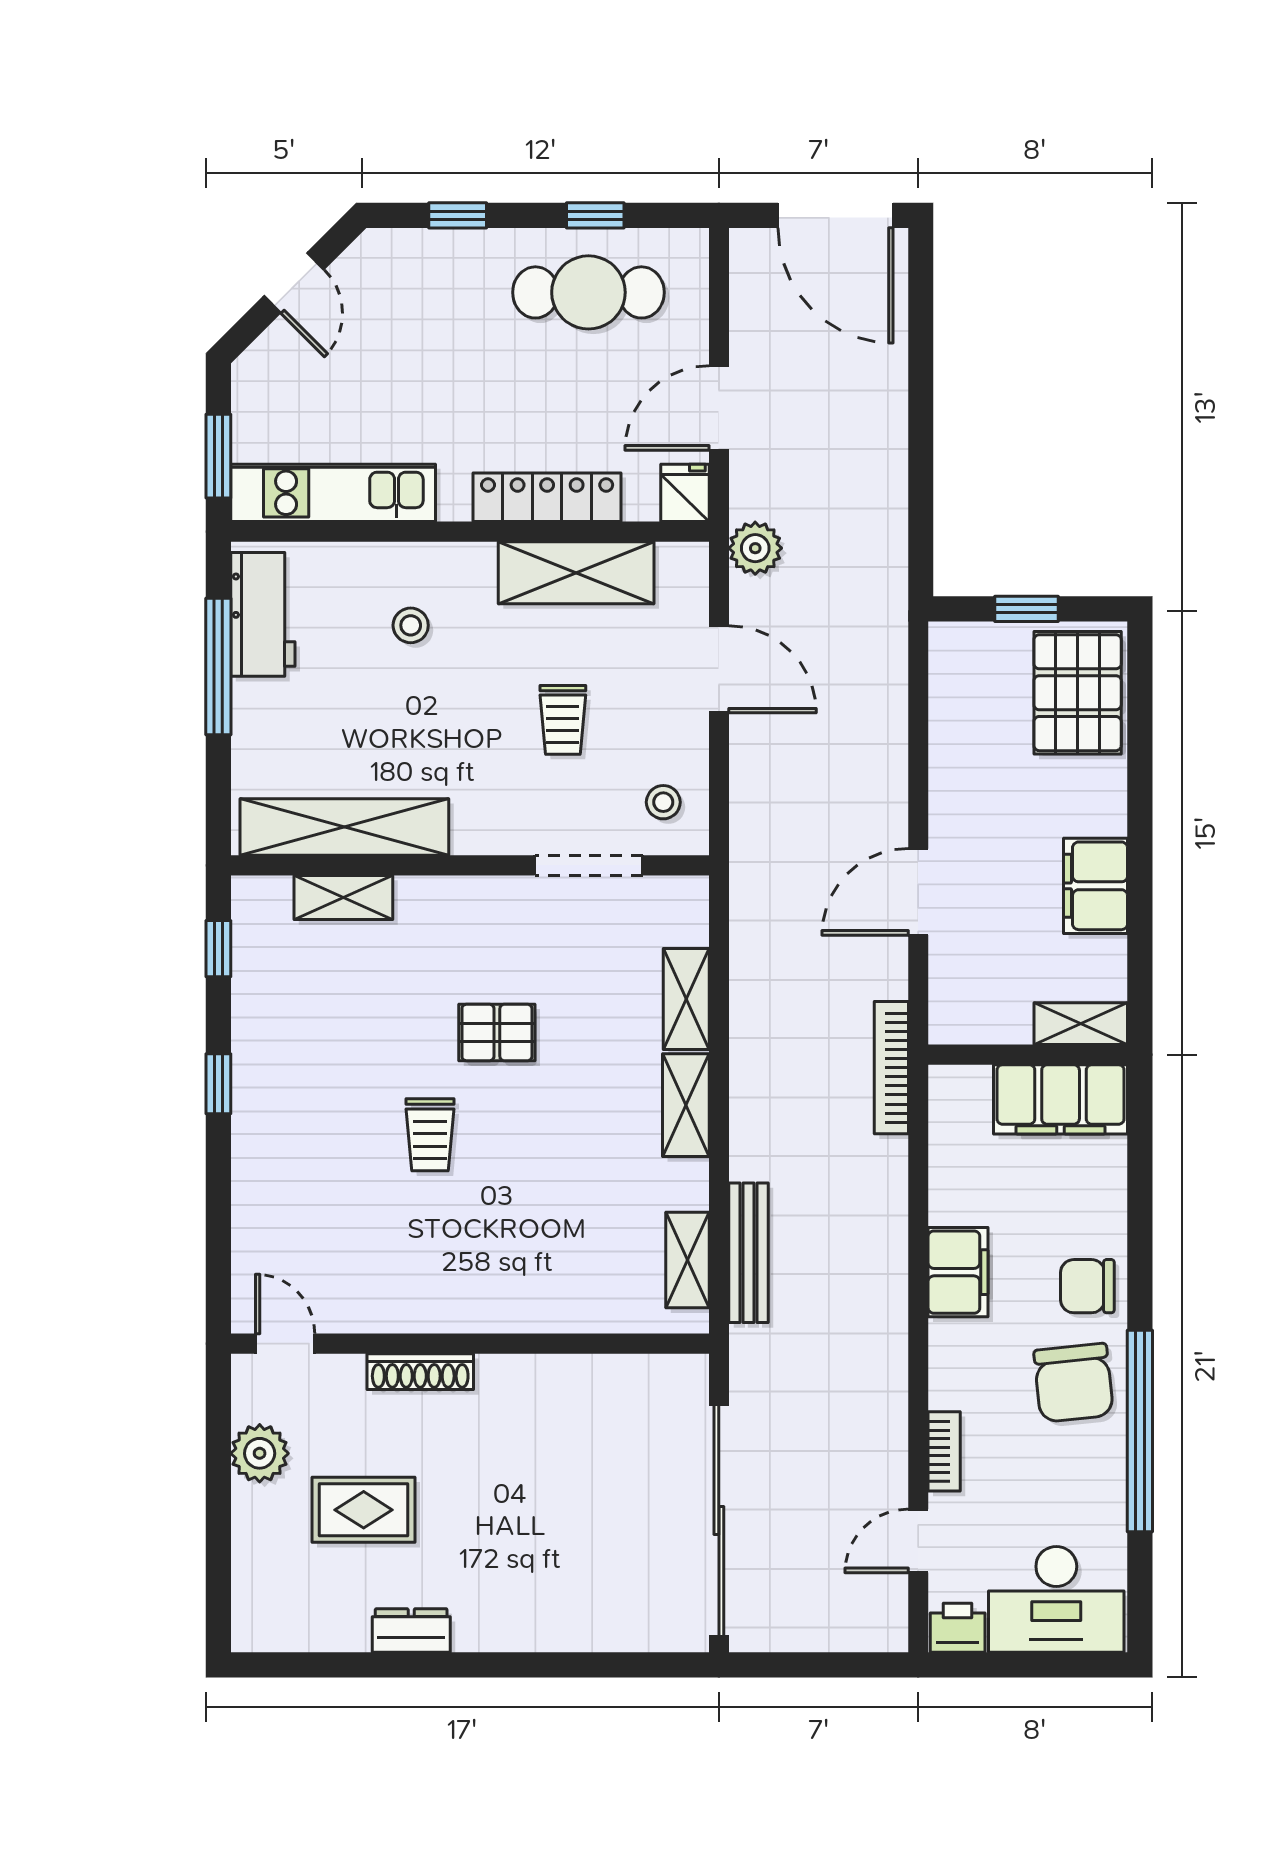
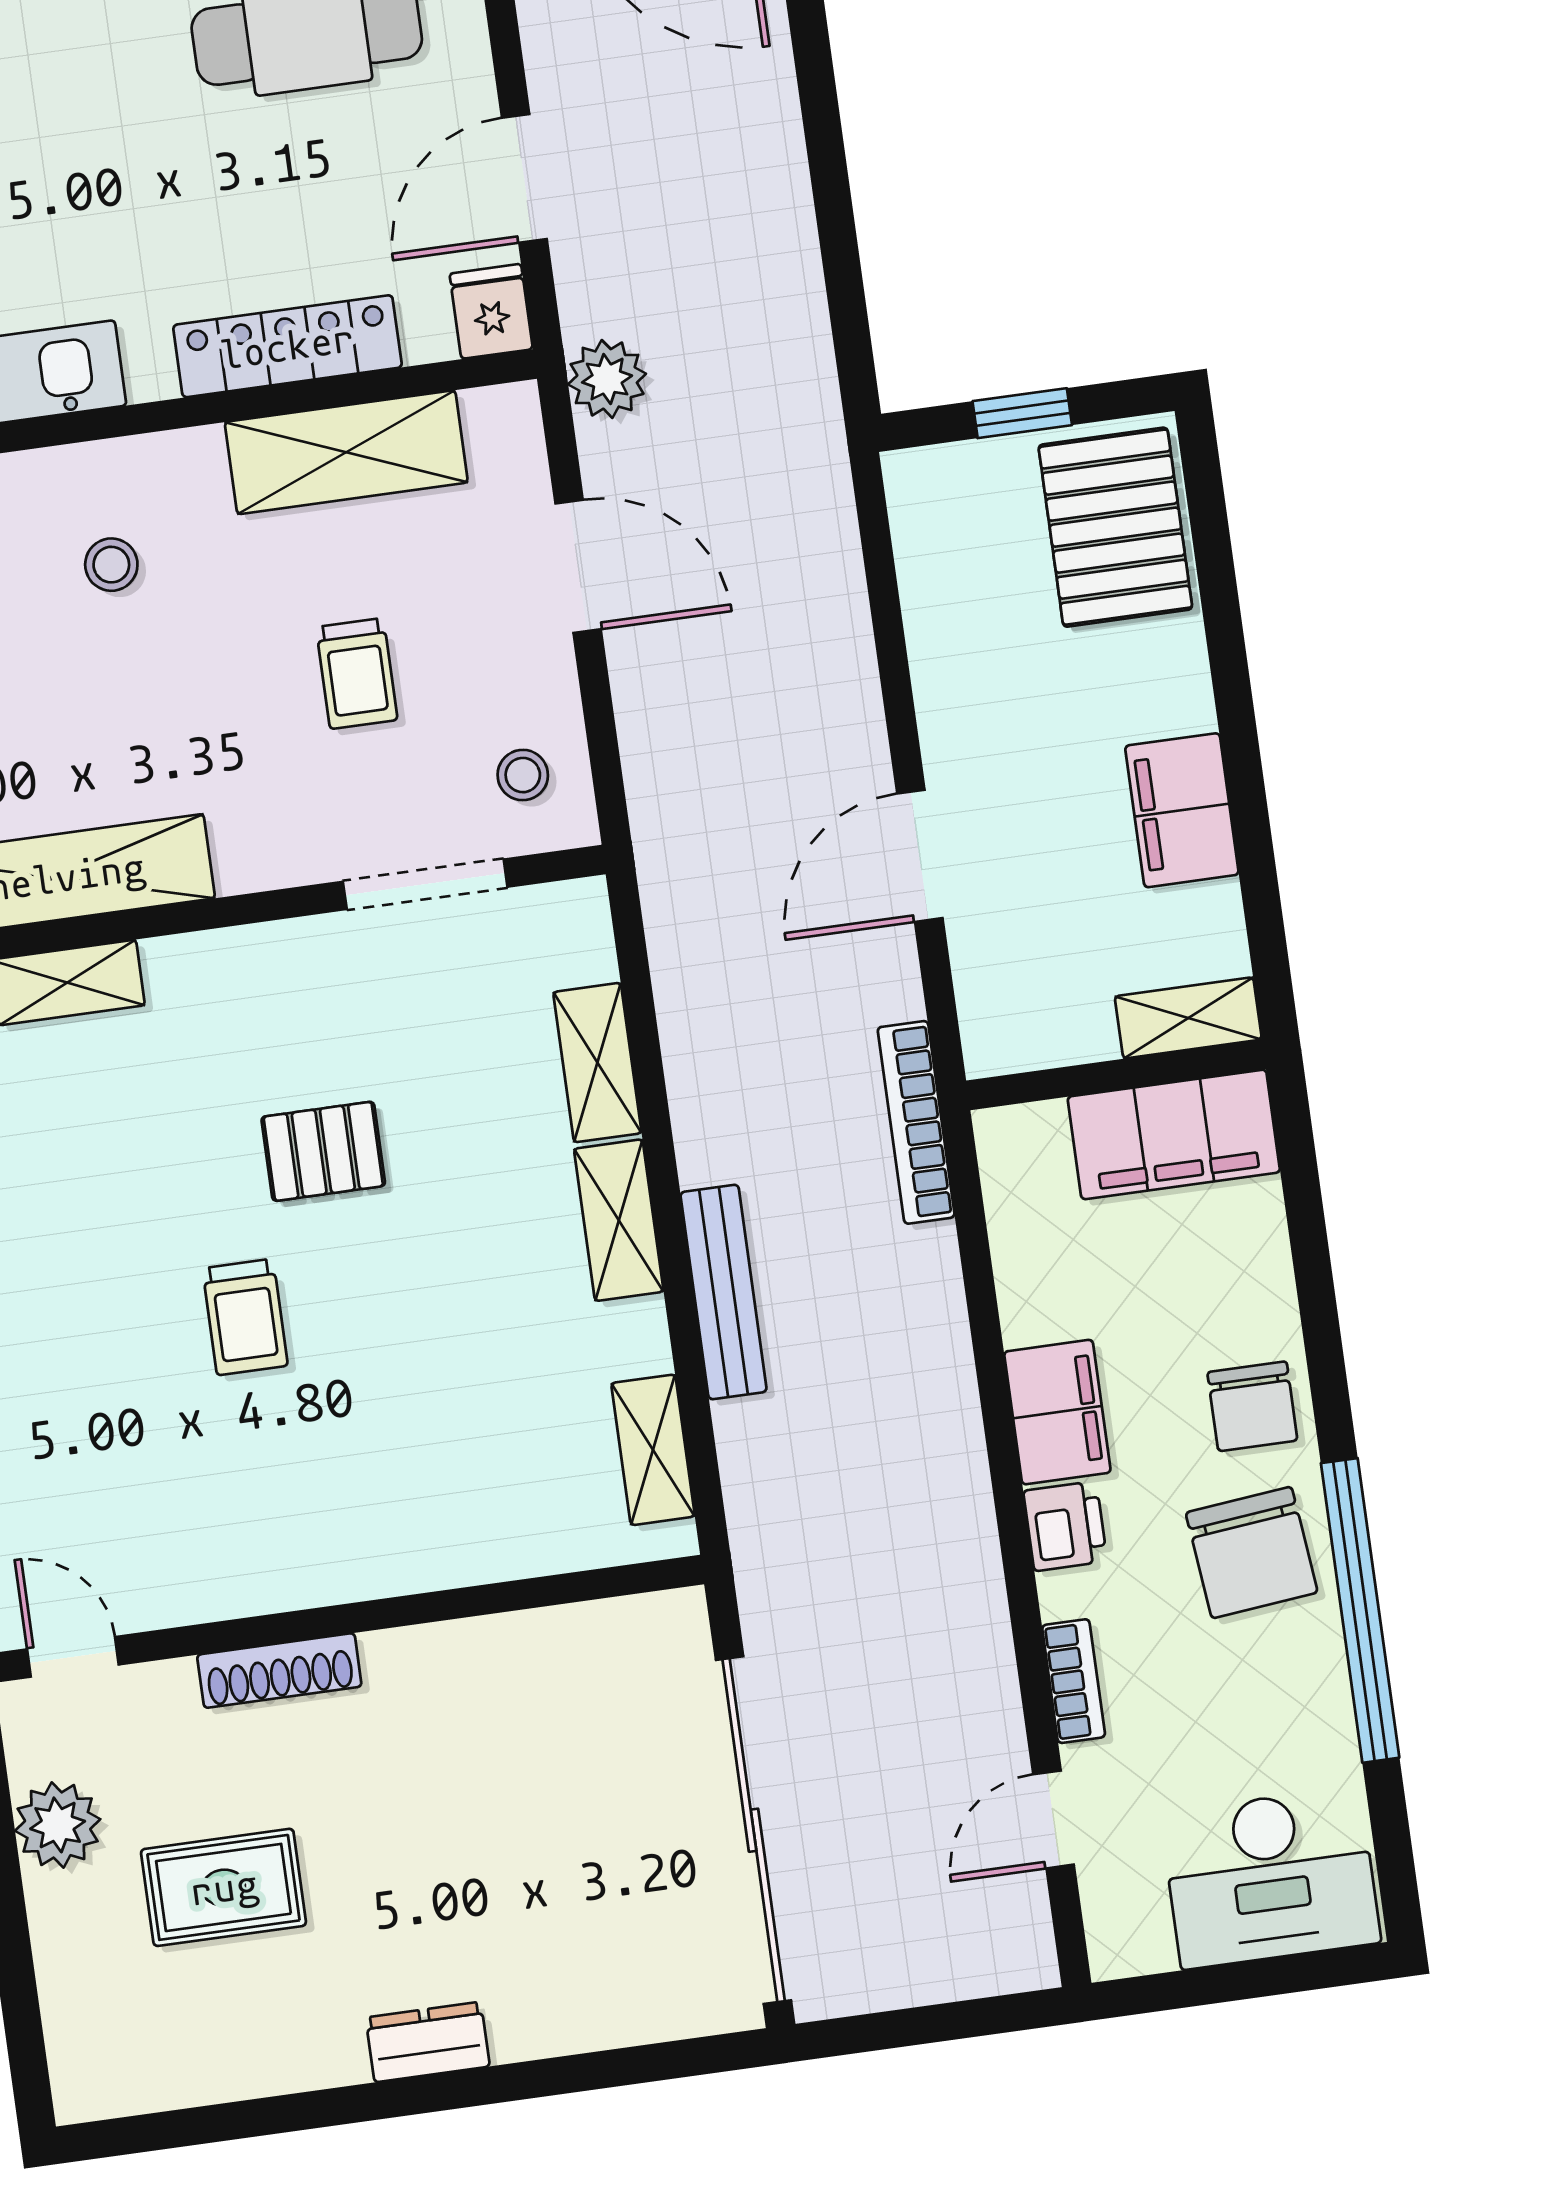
bench: (748, 1253) -> (724, 1292), moved
chair: (1087, 1286) -> (1252, 1406), turned -90
printer: (958, 1628) -> (1065, 1526), moved, turned 90
dresser: (411, 1631) -> (428, 2042), moved

